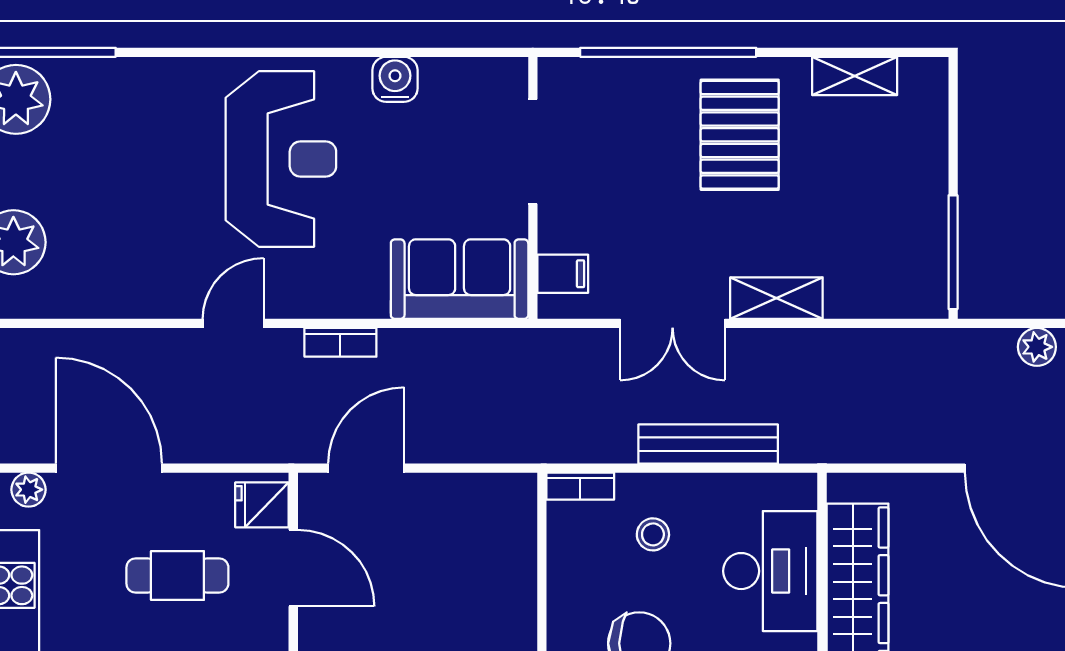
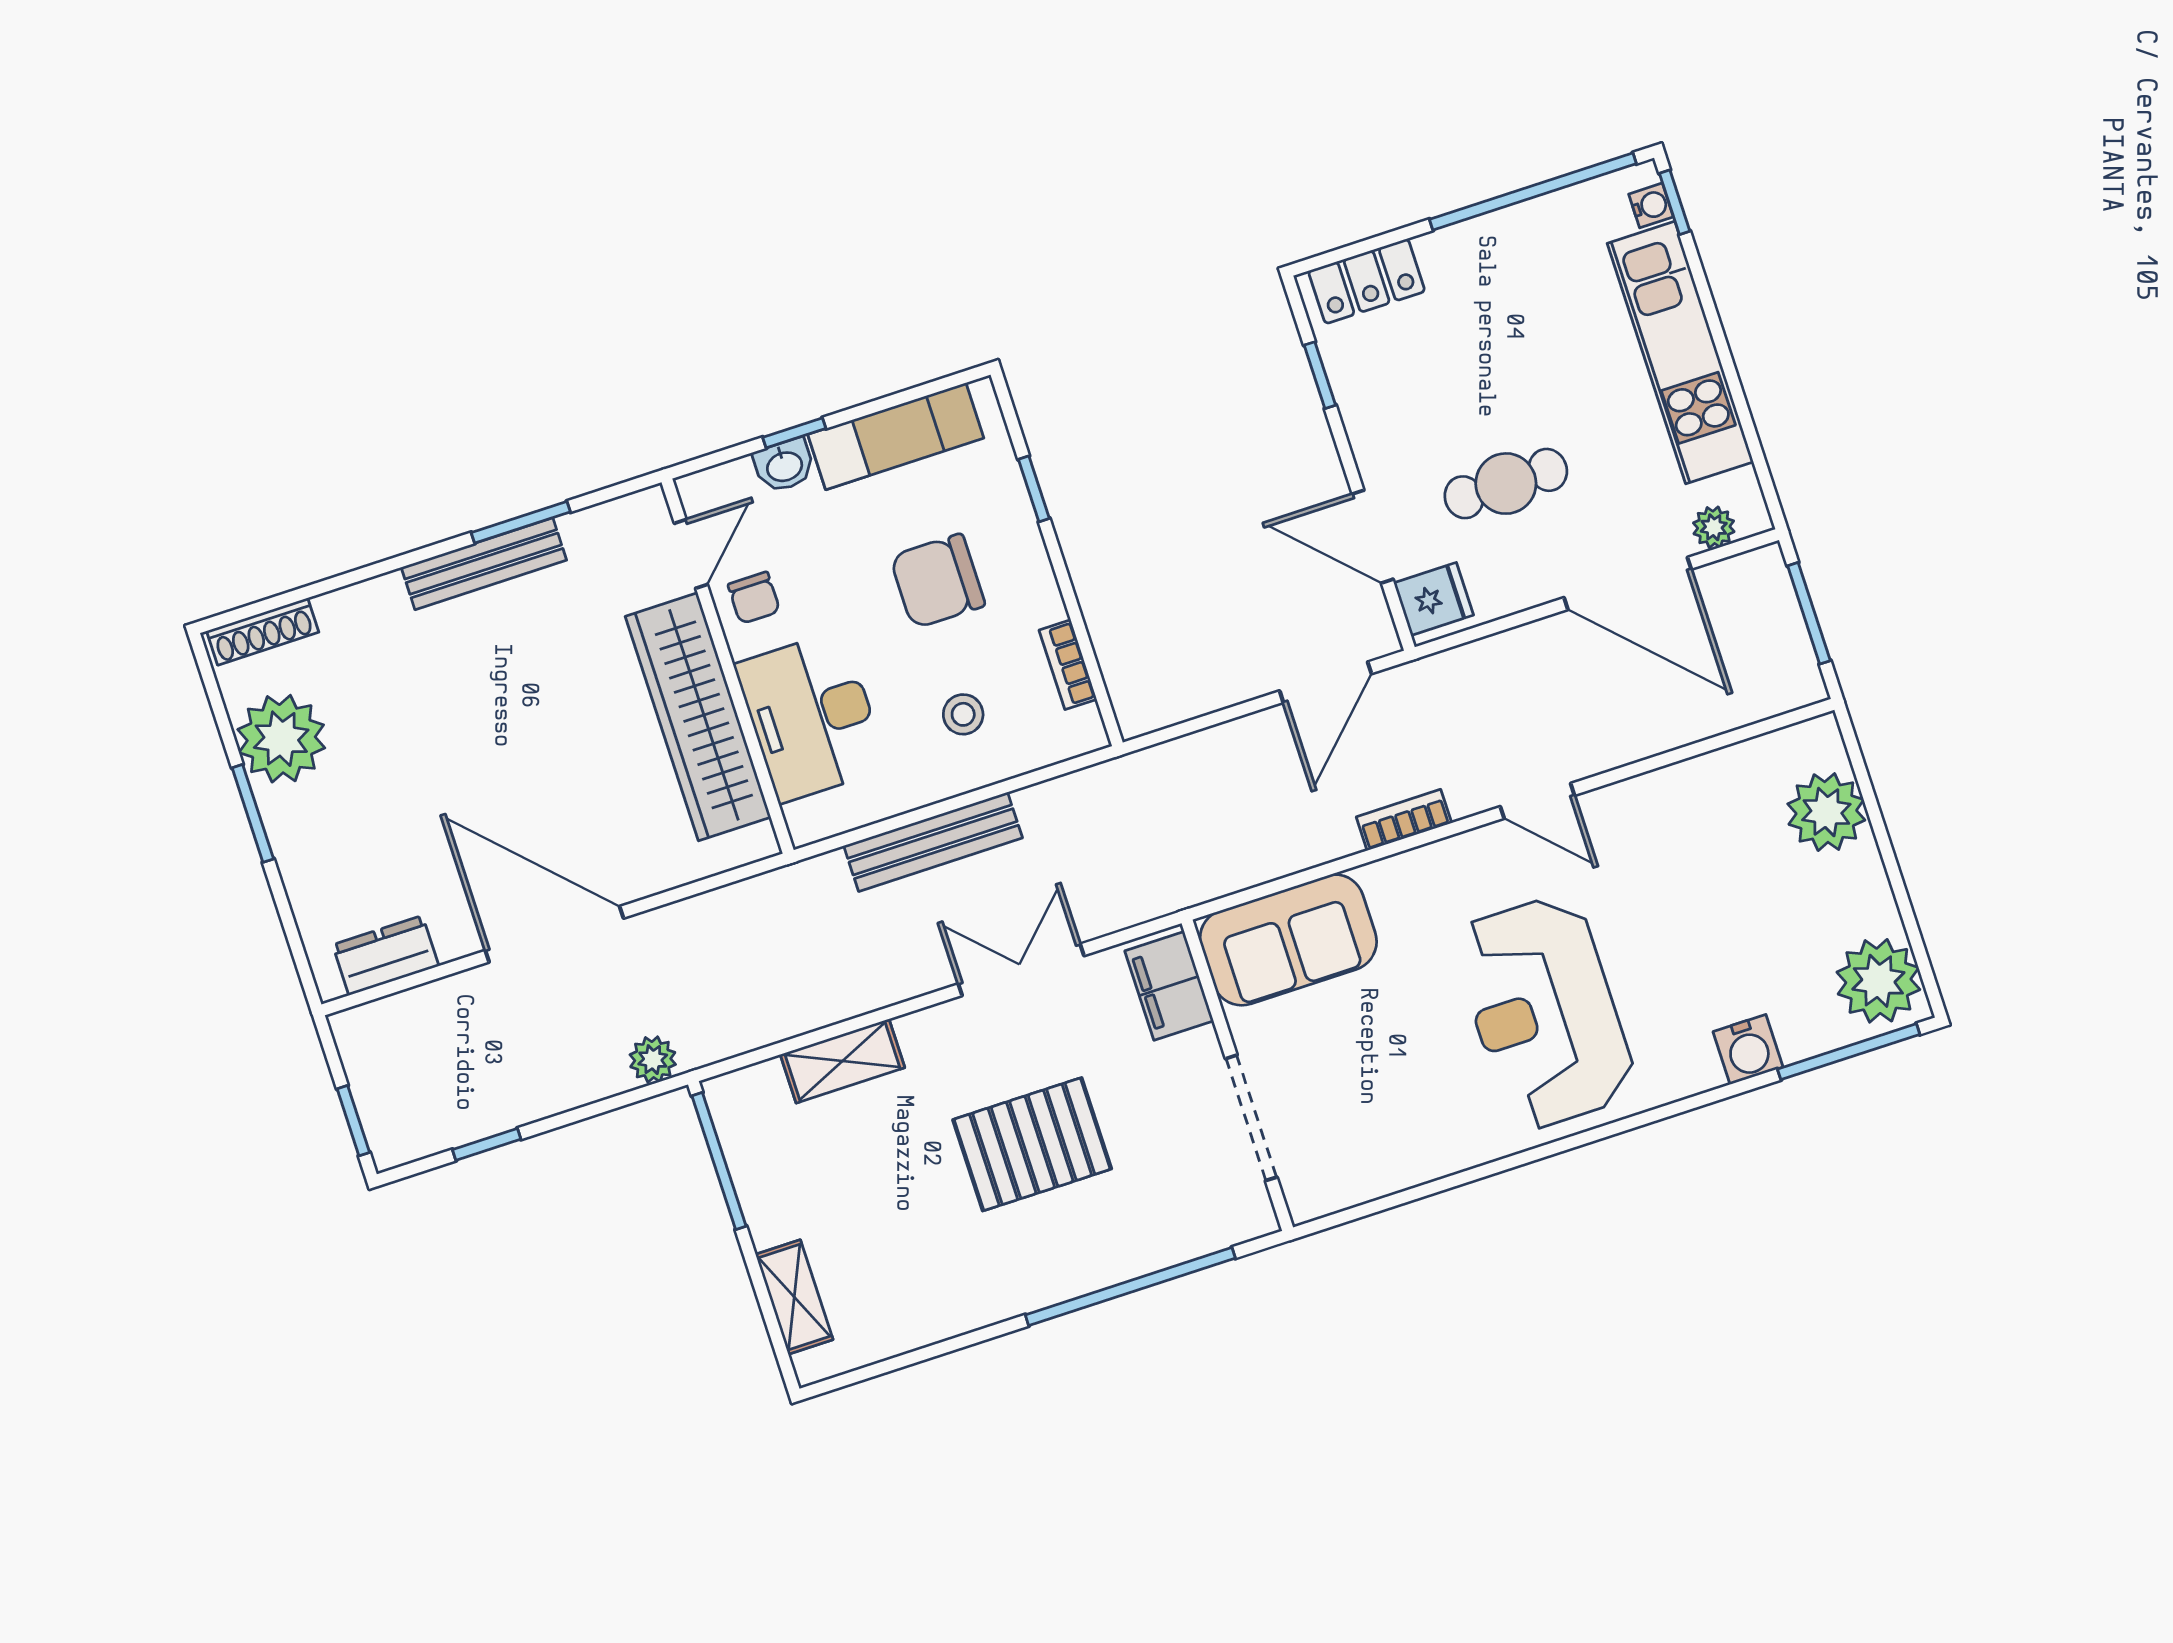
shelving: (855, 76) -> (794, 1297), moved, turned 90
water cooler: (395, 79) -> (1748, 1049), moved
pallet: (740, 135) -> (1032, 1144), moved, turned 90
filing cabinet: (563, 274) -> (1169, 986), width x2.00
shelving: (776, 298) -> (842, 1061), moved
door: (233, 323) -> (1537, 801), hinge flipped
plant: (1037, 347) -> (653, 1060), moved
bookcase: (580, 486) -> (1068, 665), moved, turned -90

